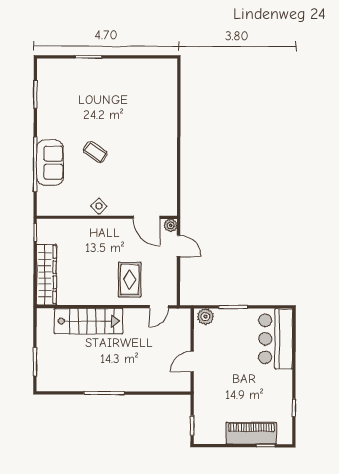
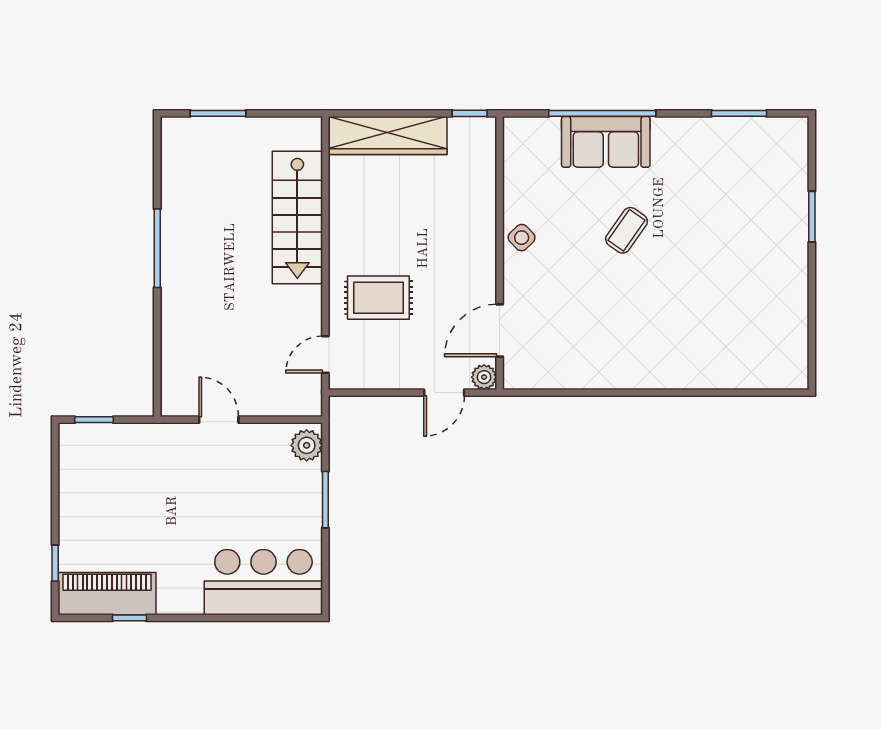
door: (159, 307) -> (325, 354), hinge flipped
piano: (251, 433) -> (107, 594), moved, turned -90

